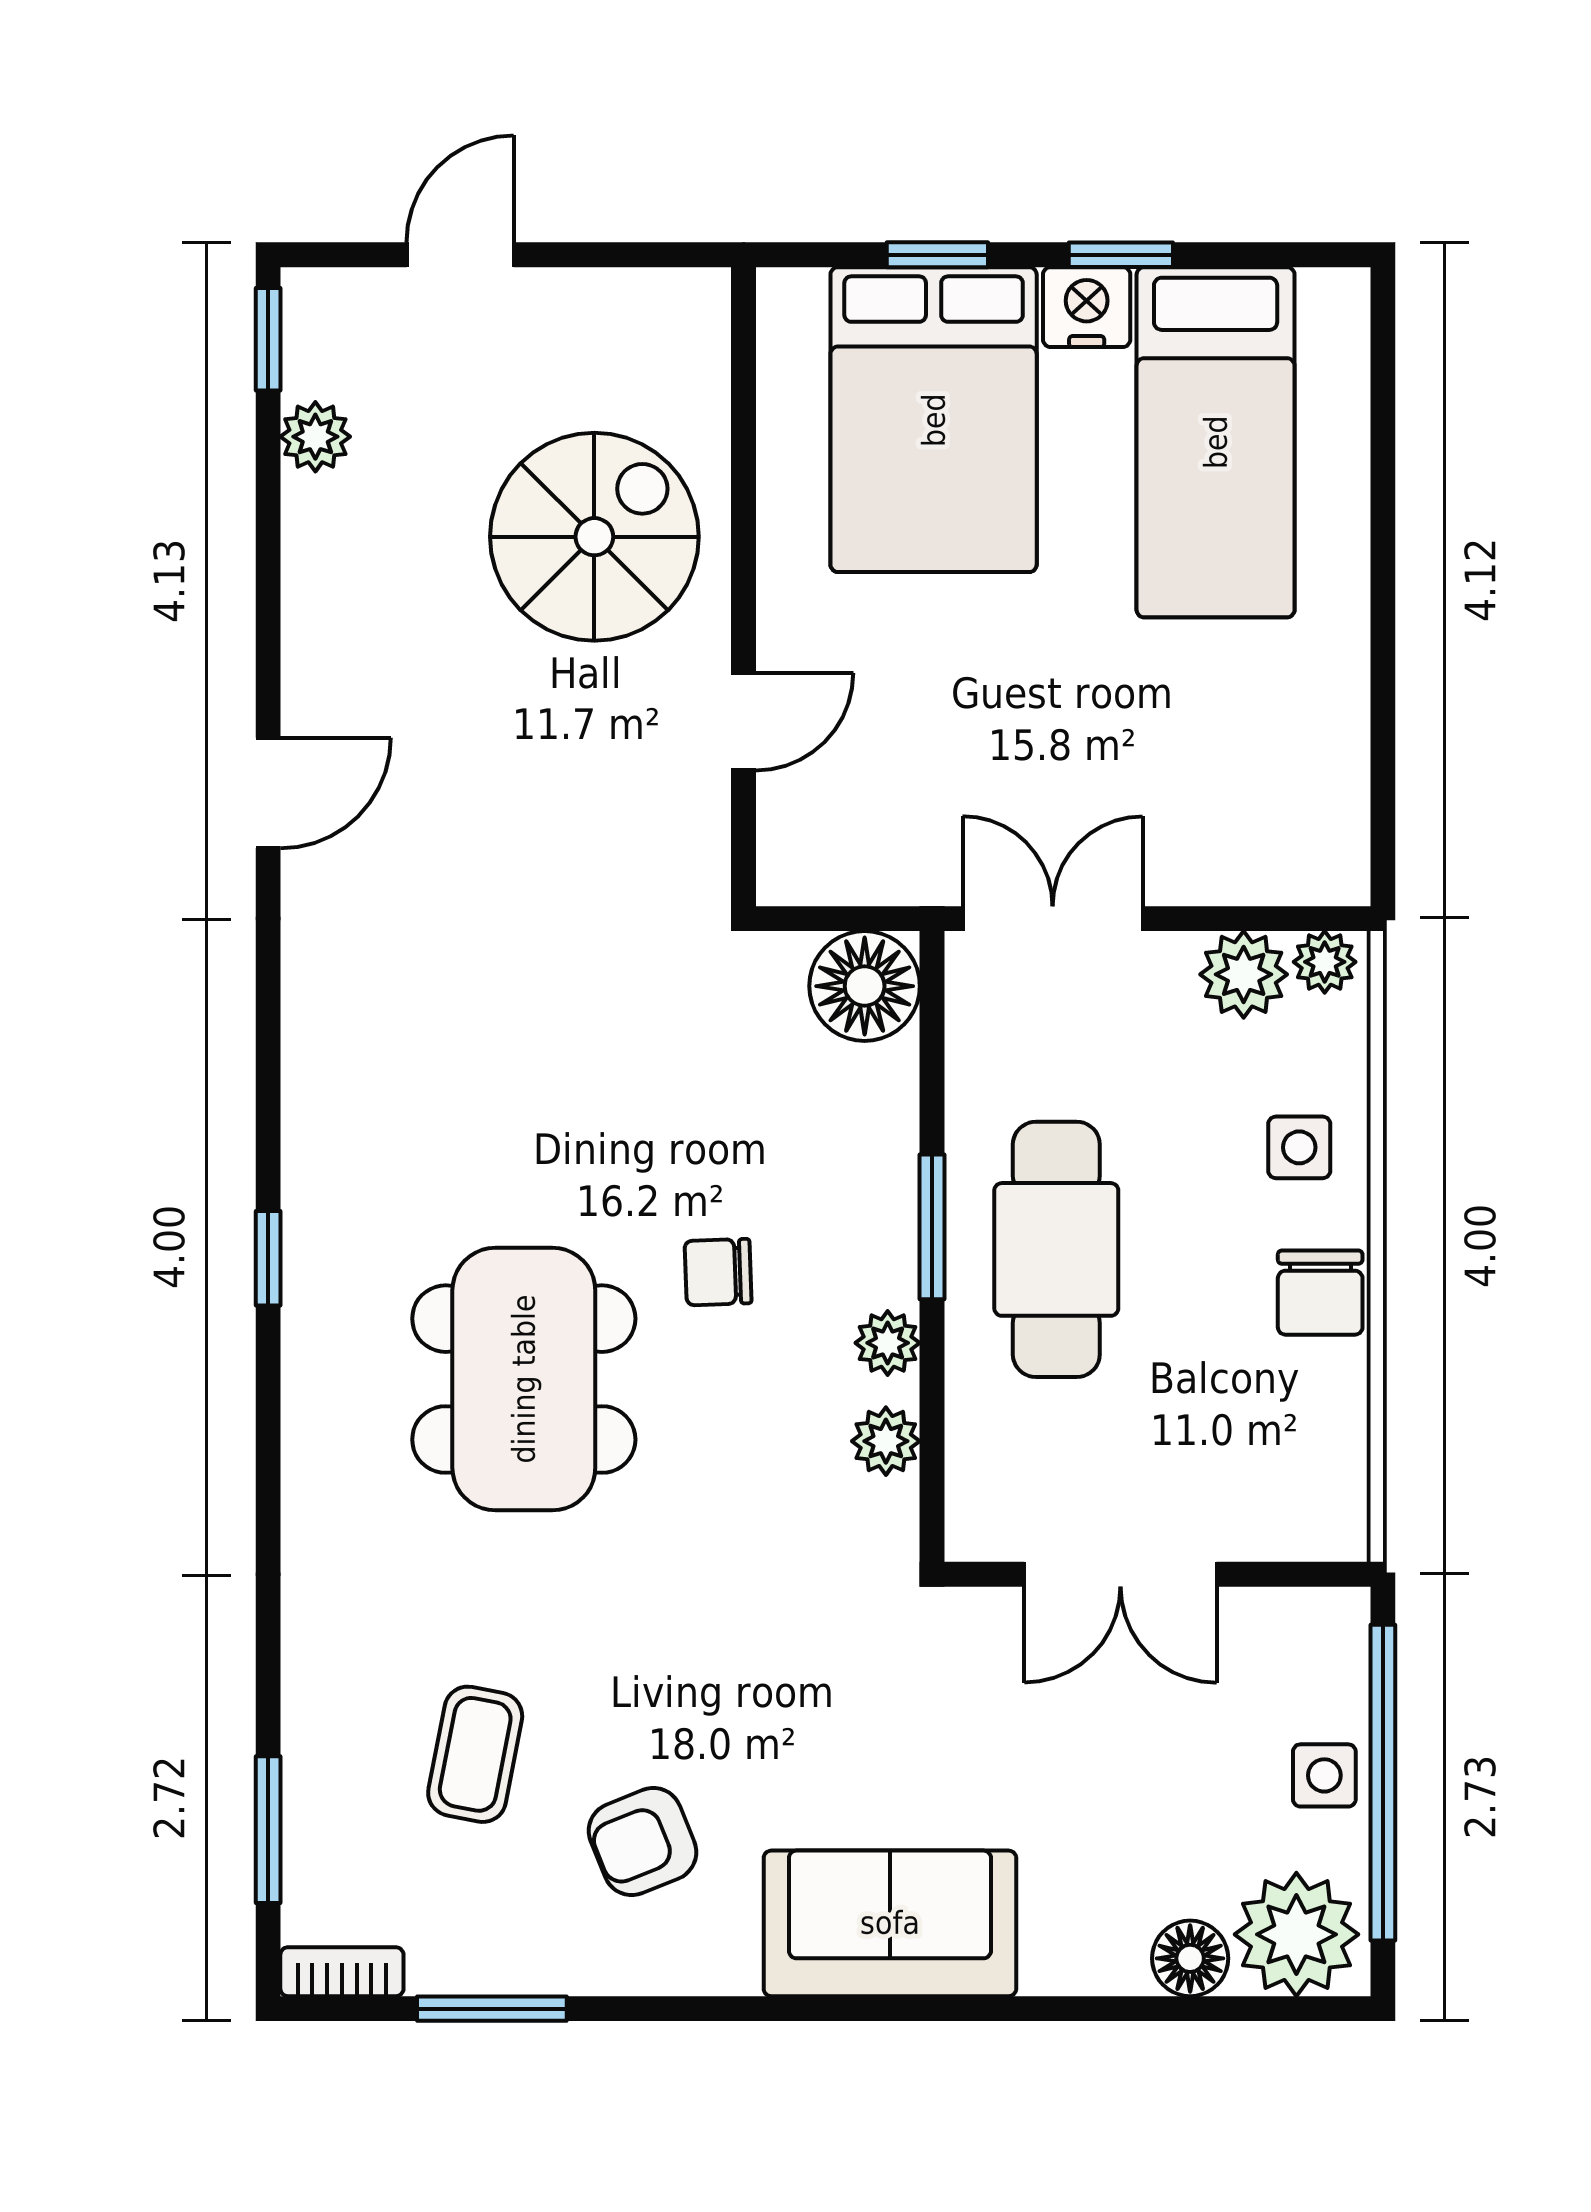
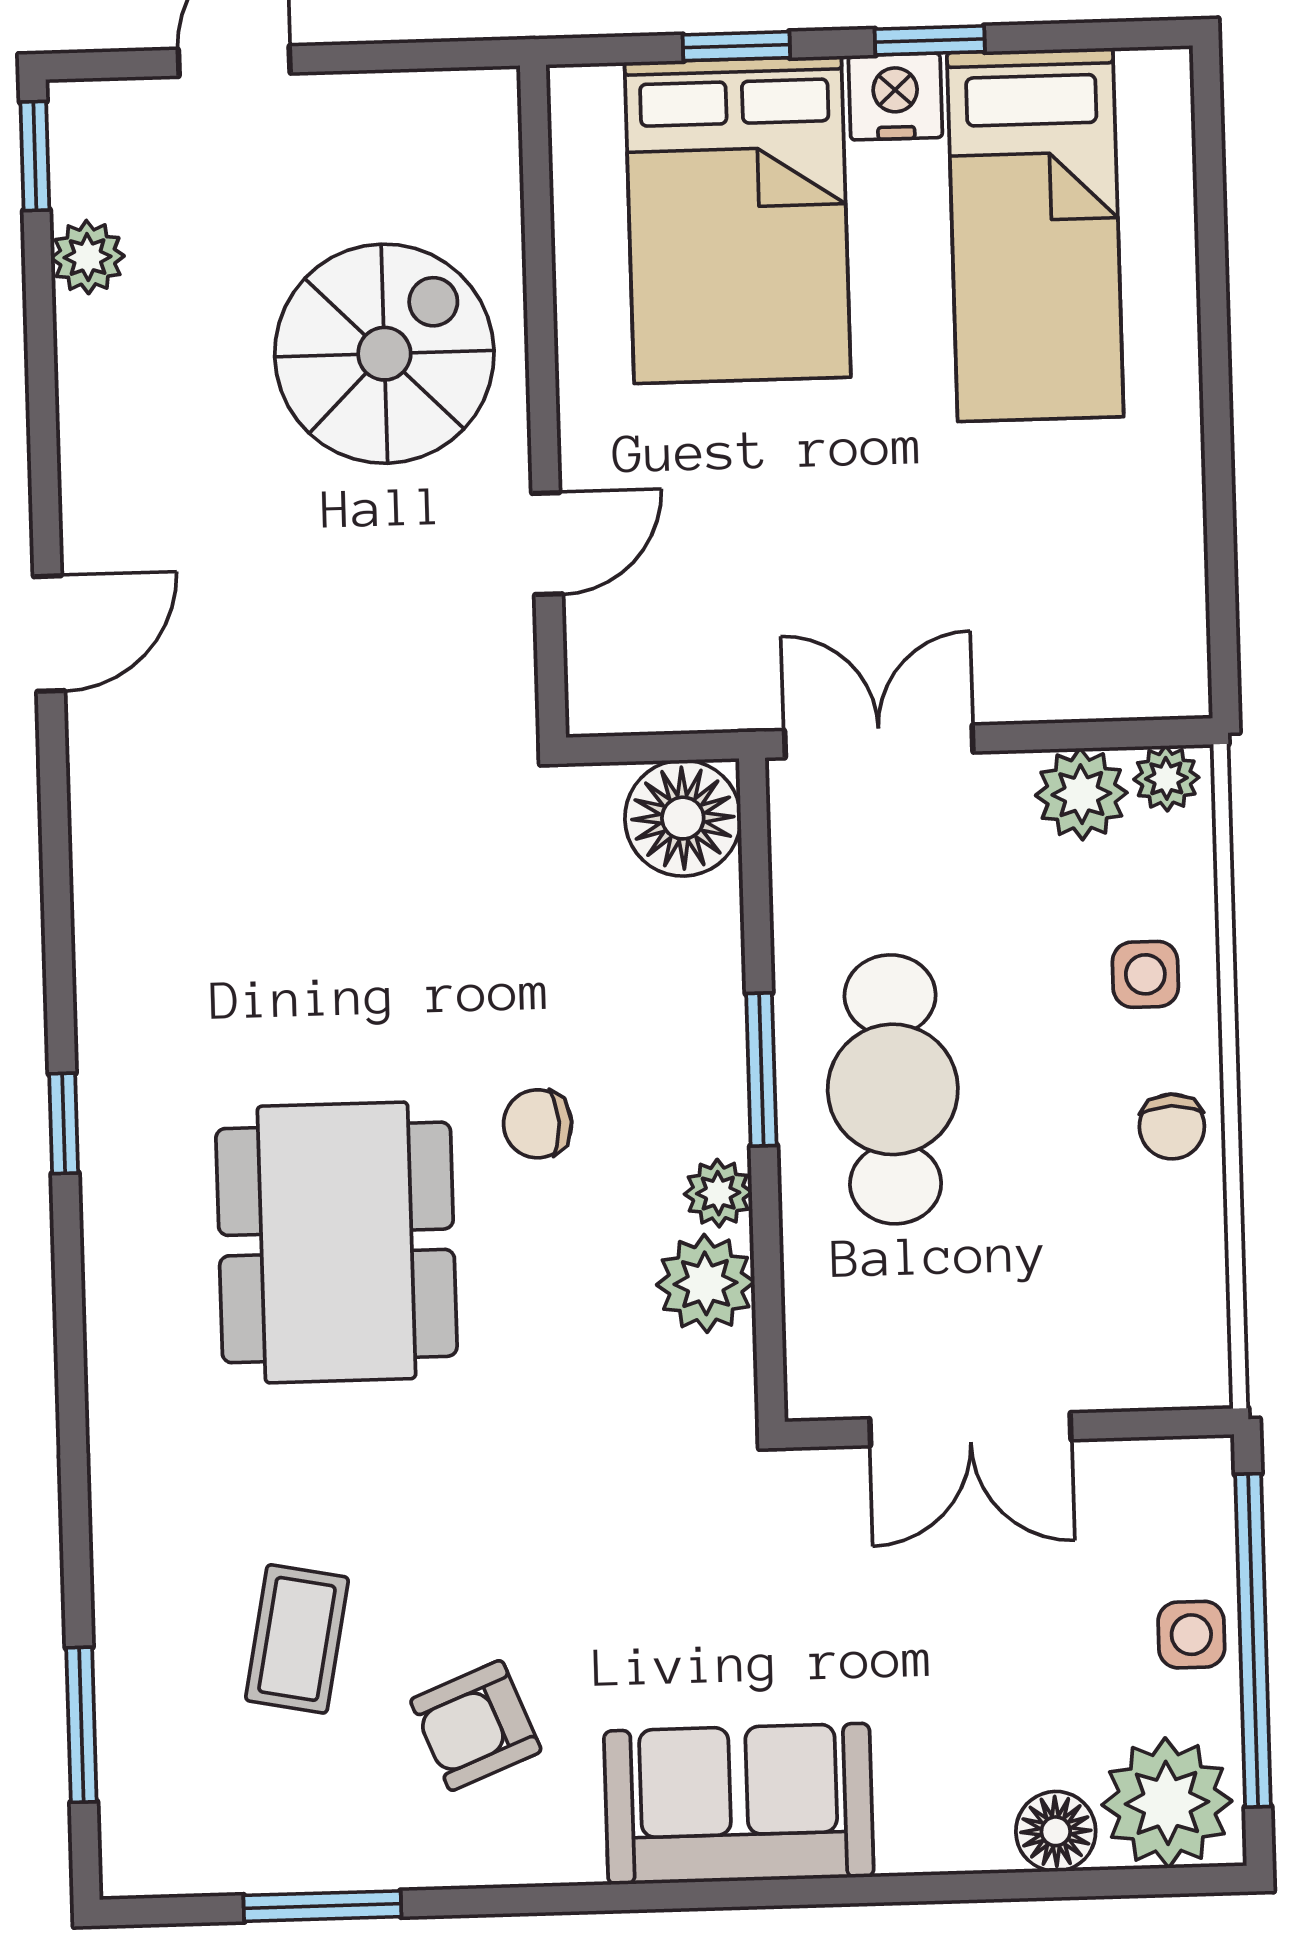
chair: (1320, 1293) -> (1172, 1127), width x0.73, depth x0.73
plant: (886, 1441) -> (706, 1283), width x1.38, depth x1.38
bookcase: (342, 1972) -> (164, 1872), removed

